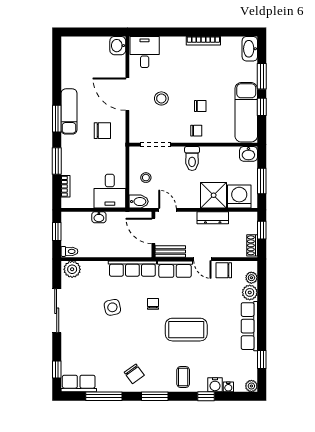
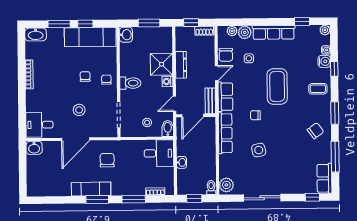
washing machine: (239, 196) -> (168, 81), moved, width x0.53, depth x0.53
side table: (219, 297) -> (249, 58), added

